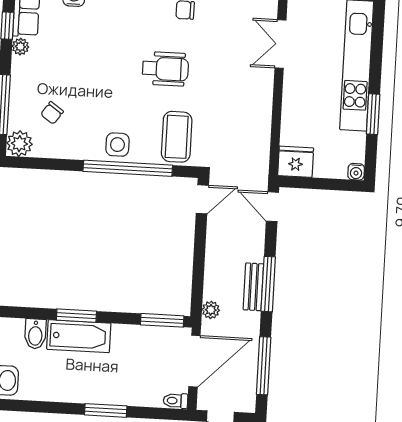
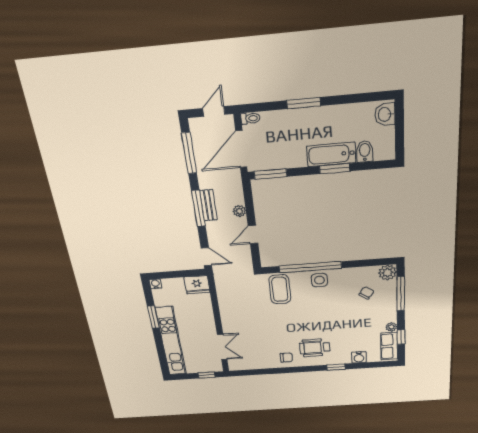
wheelchair: (165, 69) -> (315, 348), moved
door: (202, 199) -> (253, 235), moved
plant: (211, 310) -> (239, 211), moved

